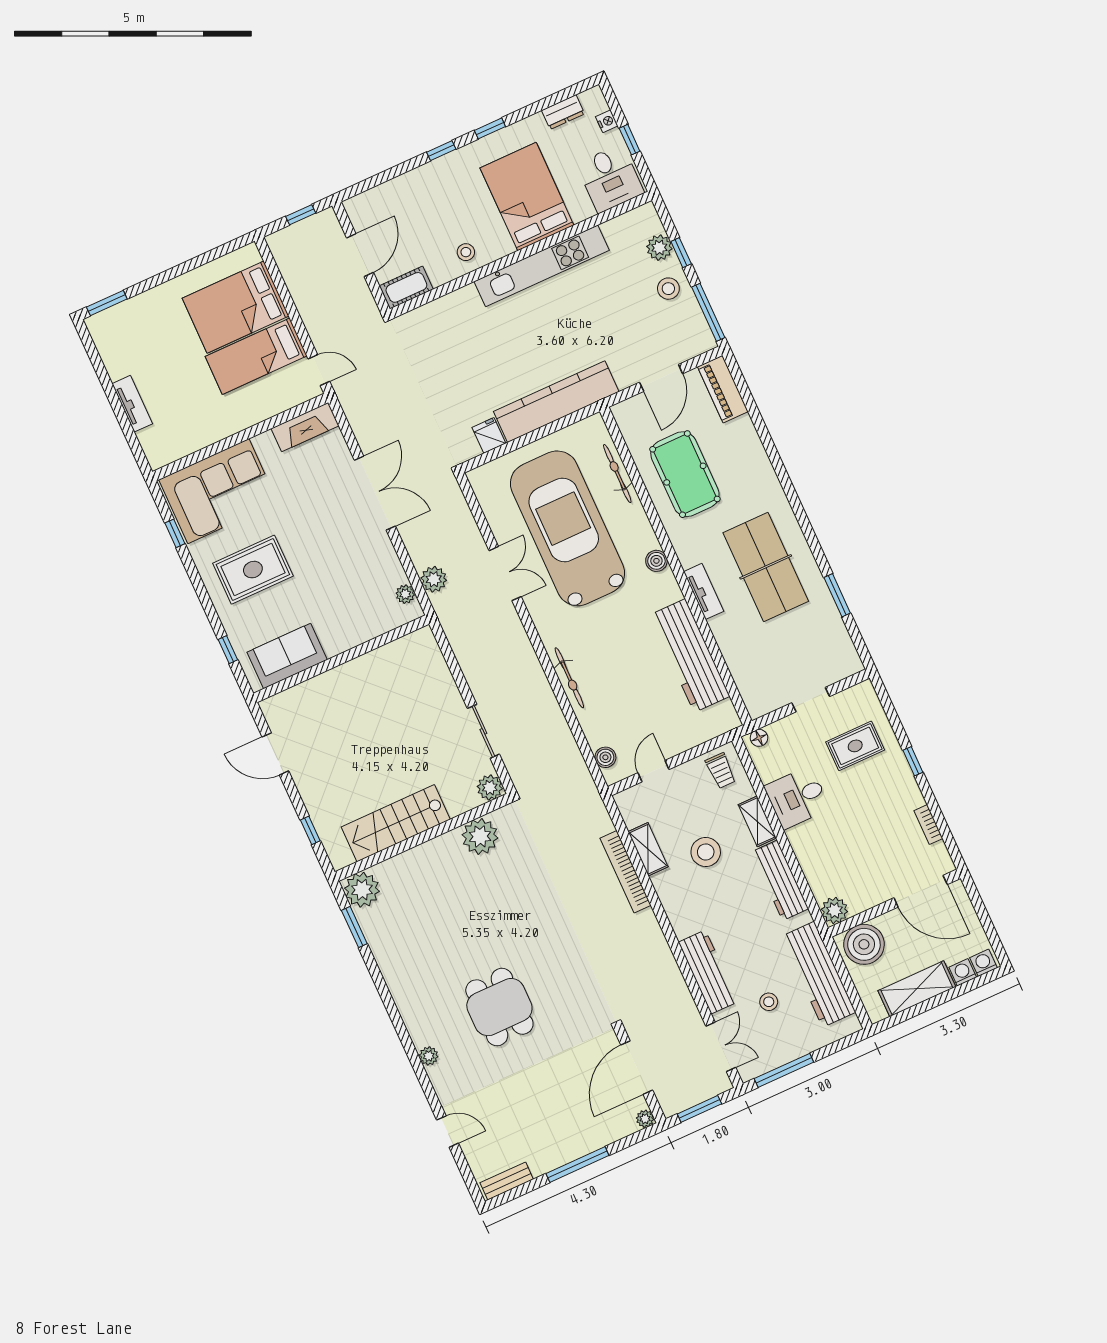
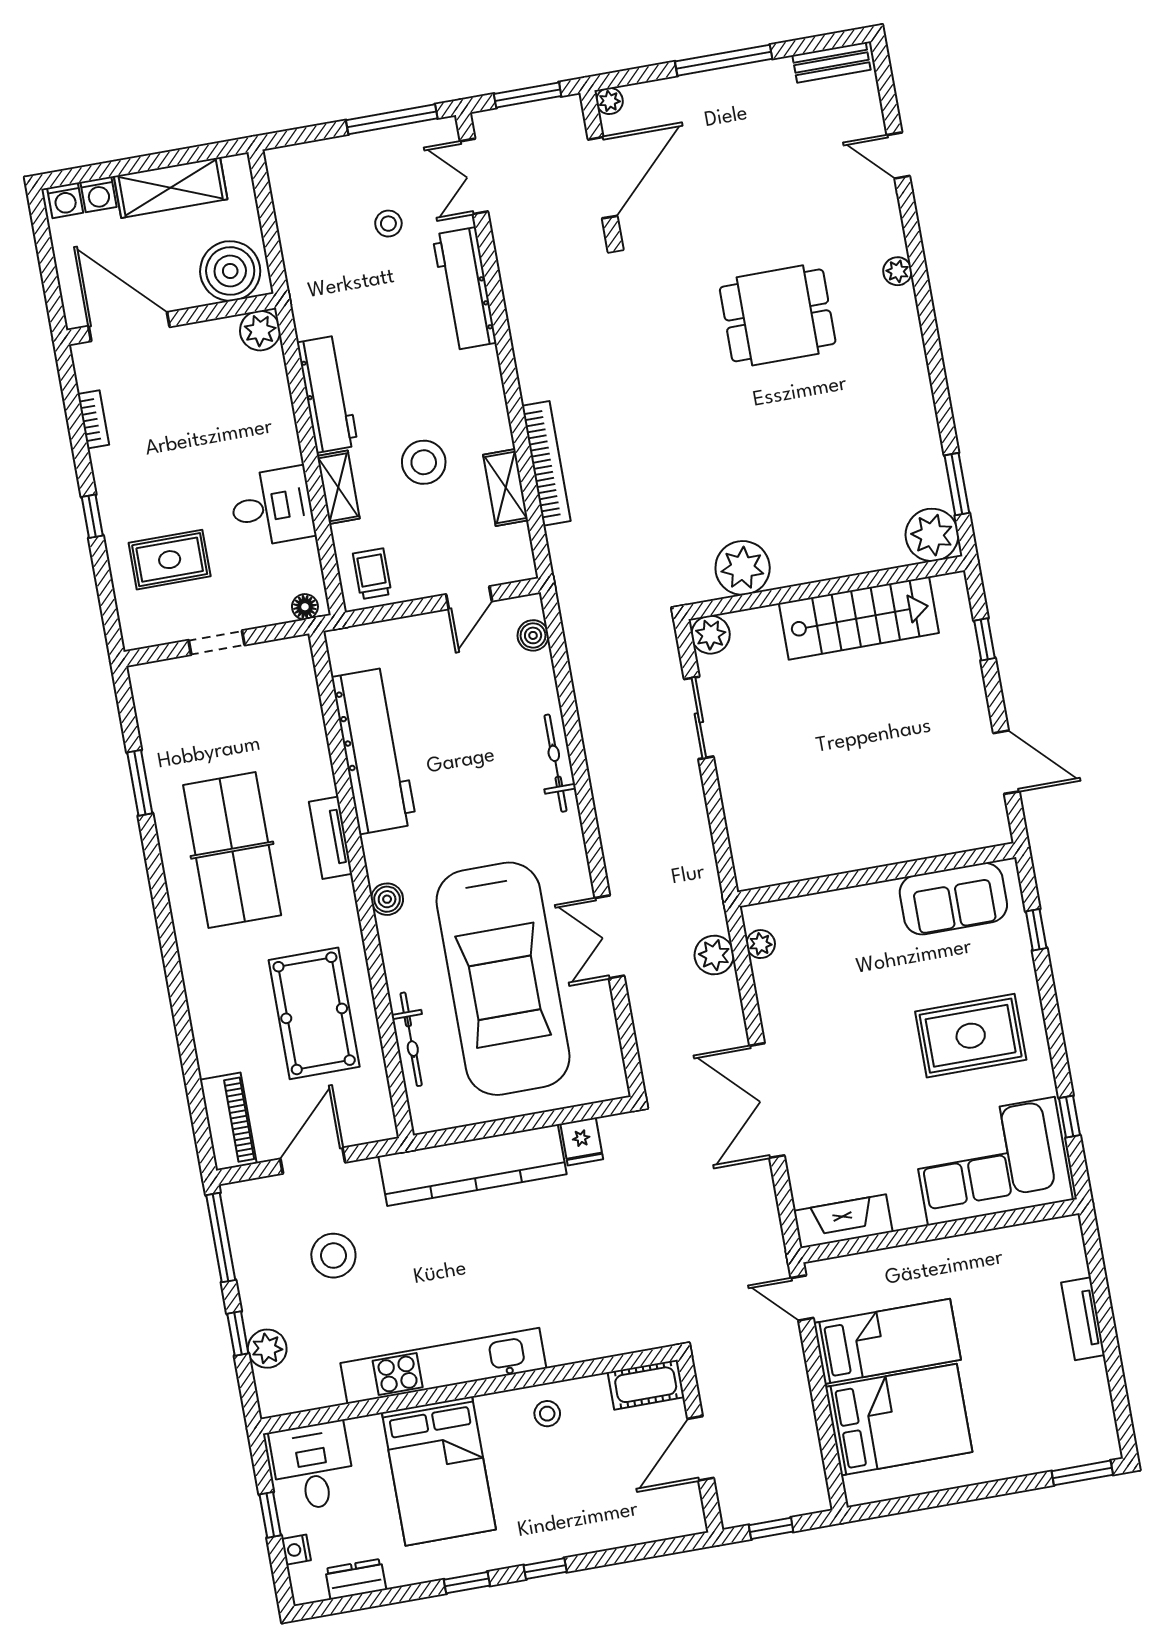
stool: (668, 289) -> (333, 1256), moved, width x1.38, depth x1.38
workbench: (818, 974) -> (307, 245), removed
dining table: (499, 1007) -> (778, 315), turned 90

